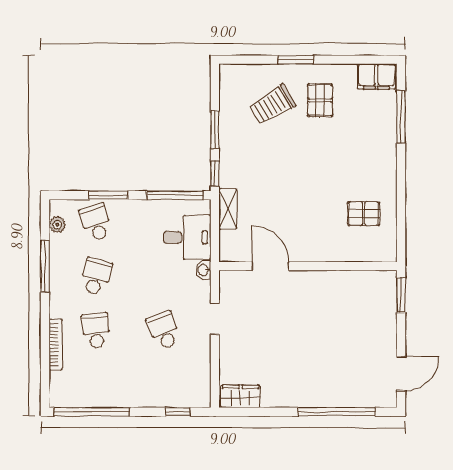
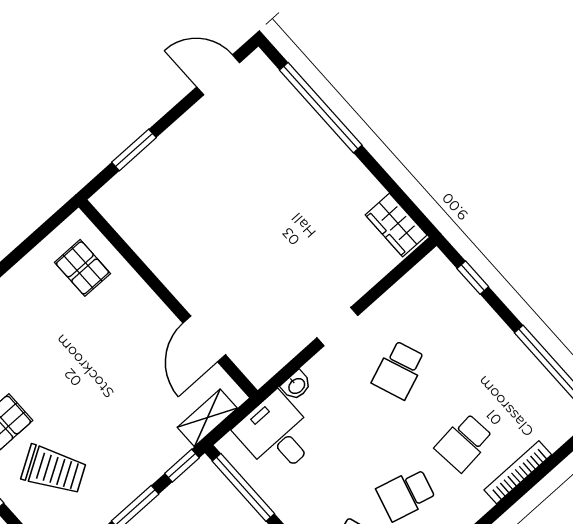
door: (270, 266) -> (204, 339), moved
wall: (308, 266) -> (168, 299), moved

